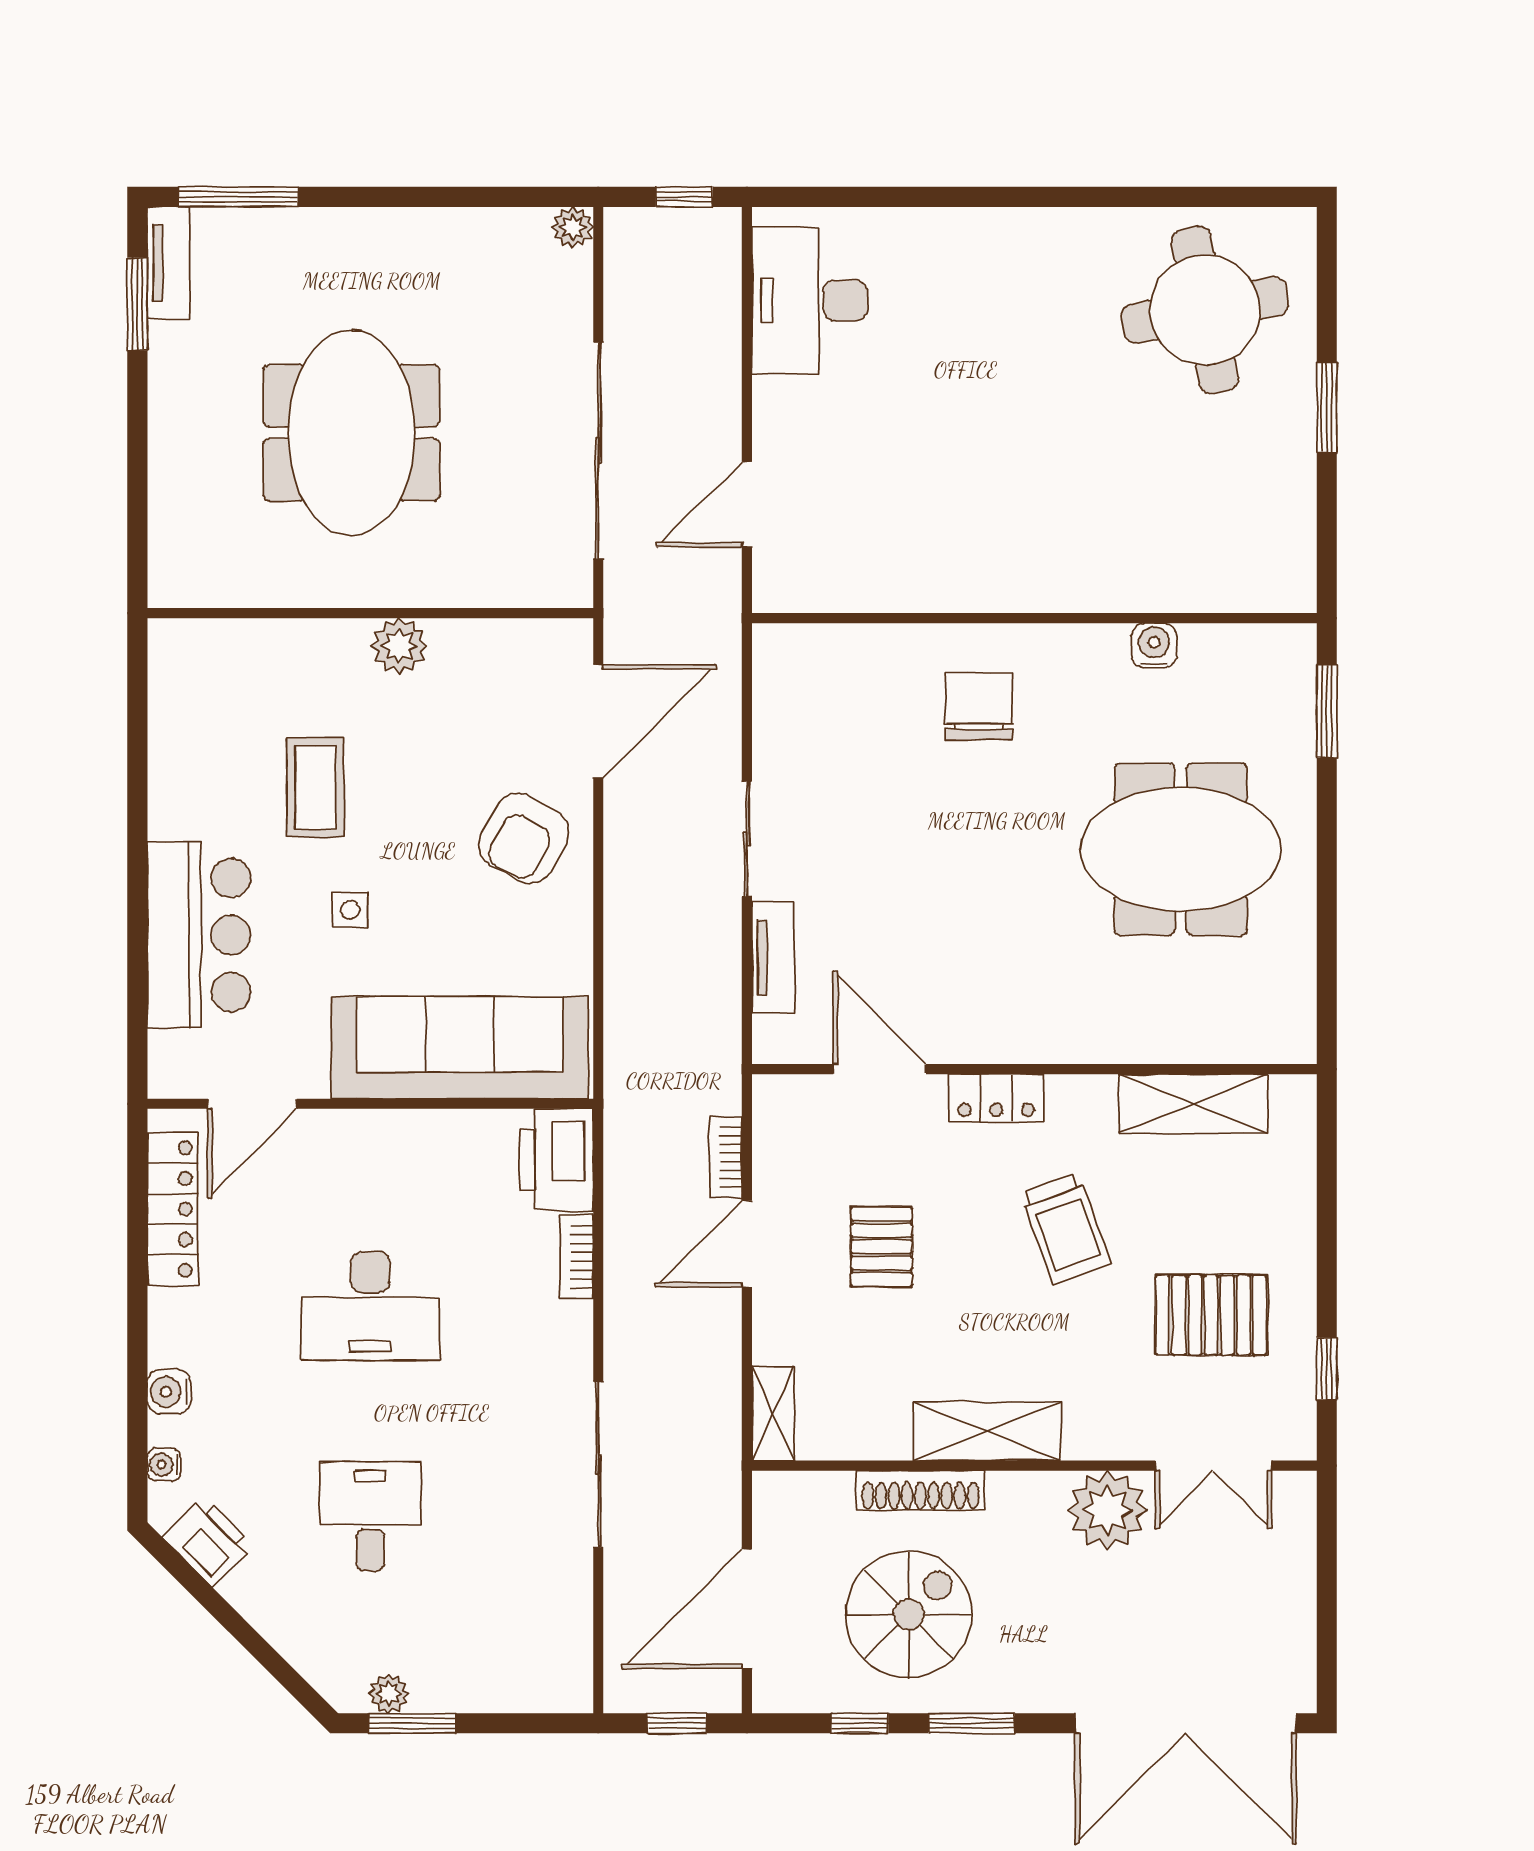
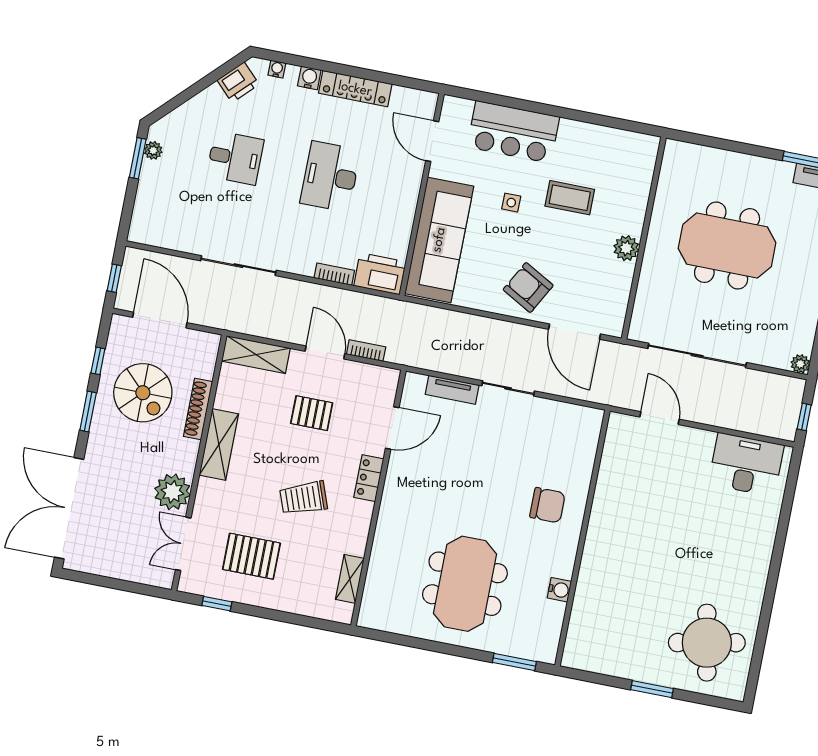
shelving: (1194, 1104) -> (350, 579), width x0.67, depth x0.75
locker: (173, 1209) -> (355, 89), moved
pallet: (1211, 1315) -> (251, 556), turned 90
shelving: (773, 1413) -> (256, 355), width x1.50, depth x1.33

